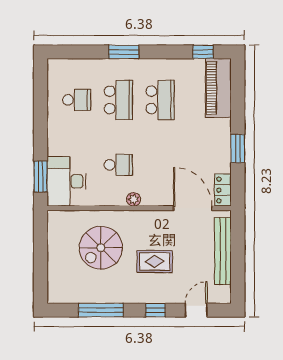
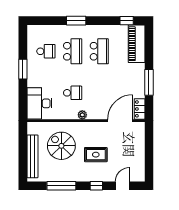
window: (238, 148) -> (149, 82), width x1.44
window: (41, 177) -> (23, 69), moved
door: (193, 208) -> (120, 121), hinge flipped
spiral stairs: (101, 248) -> (61, 146), turned 90
bench: (223, 251) -> (32, 156), moved

